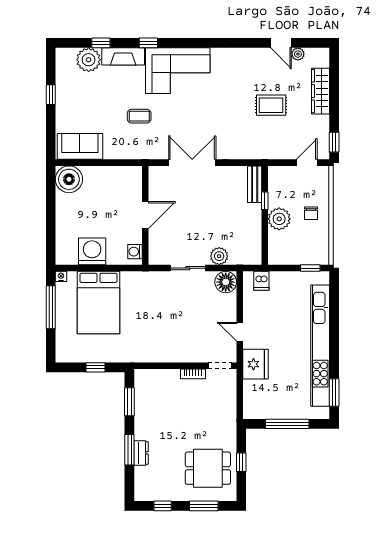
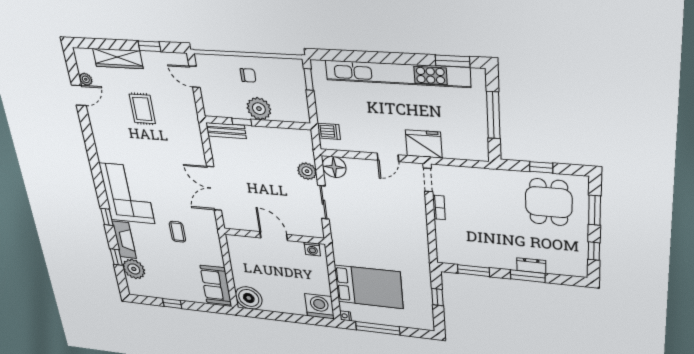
window: (334, 142) -> (149, 46), moved
washing machine: (92, 251) -> (319, 306), moved, turned 90

